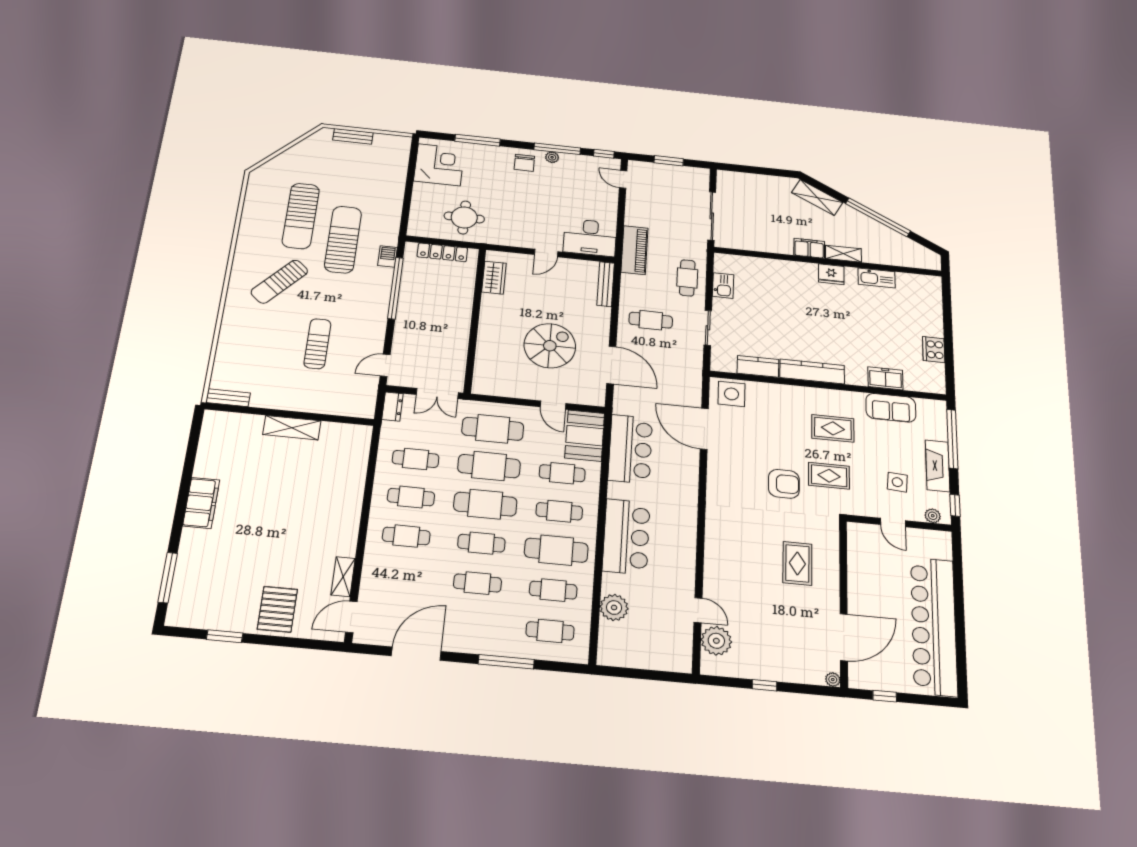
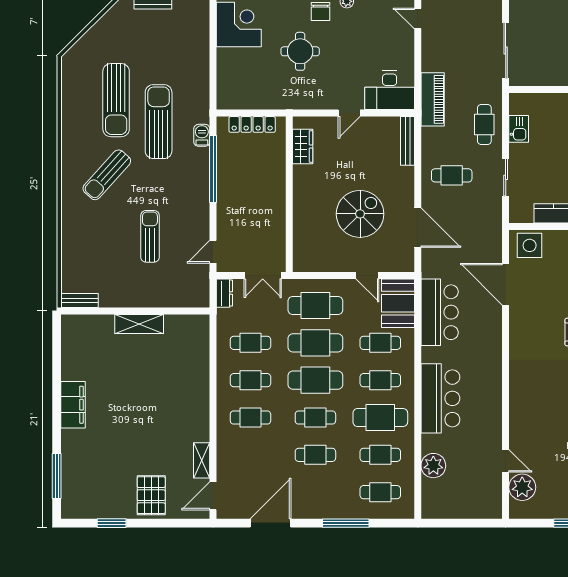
round table: (464, 217) -> (300, 51), moved

